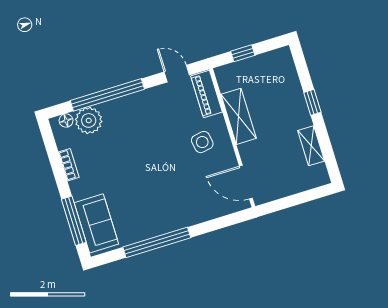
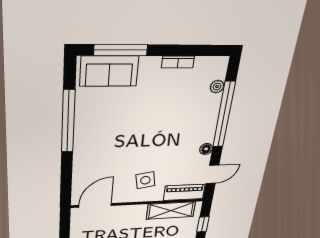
shelving: (239, 116) -> (171, 210), moved
plant: (89, 120) -> (217, 87), width x0.53, depth x0.53
floor lamp: (66, 121) -> (206, 149), moved

